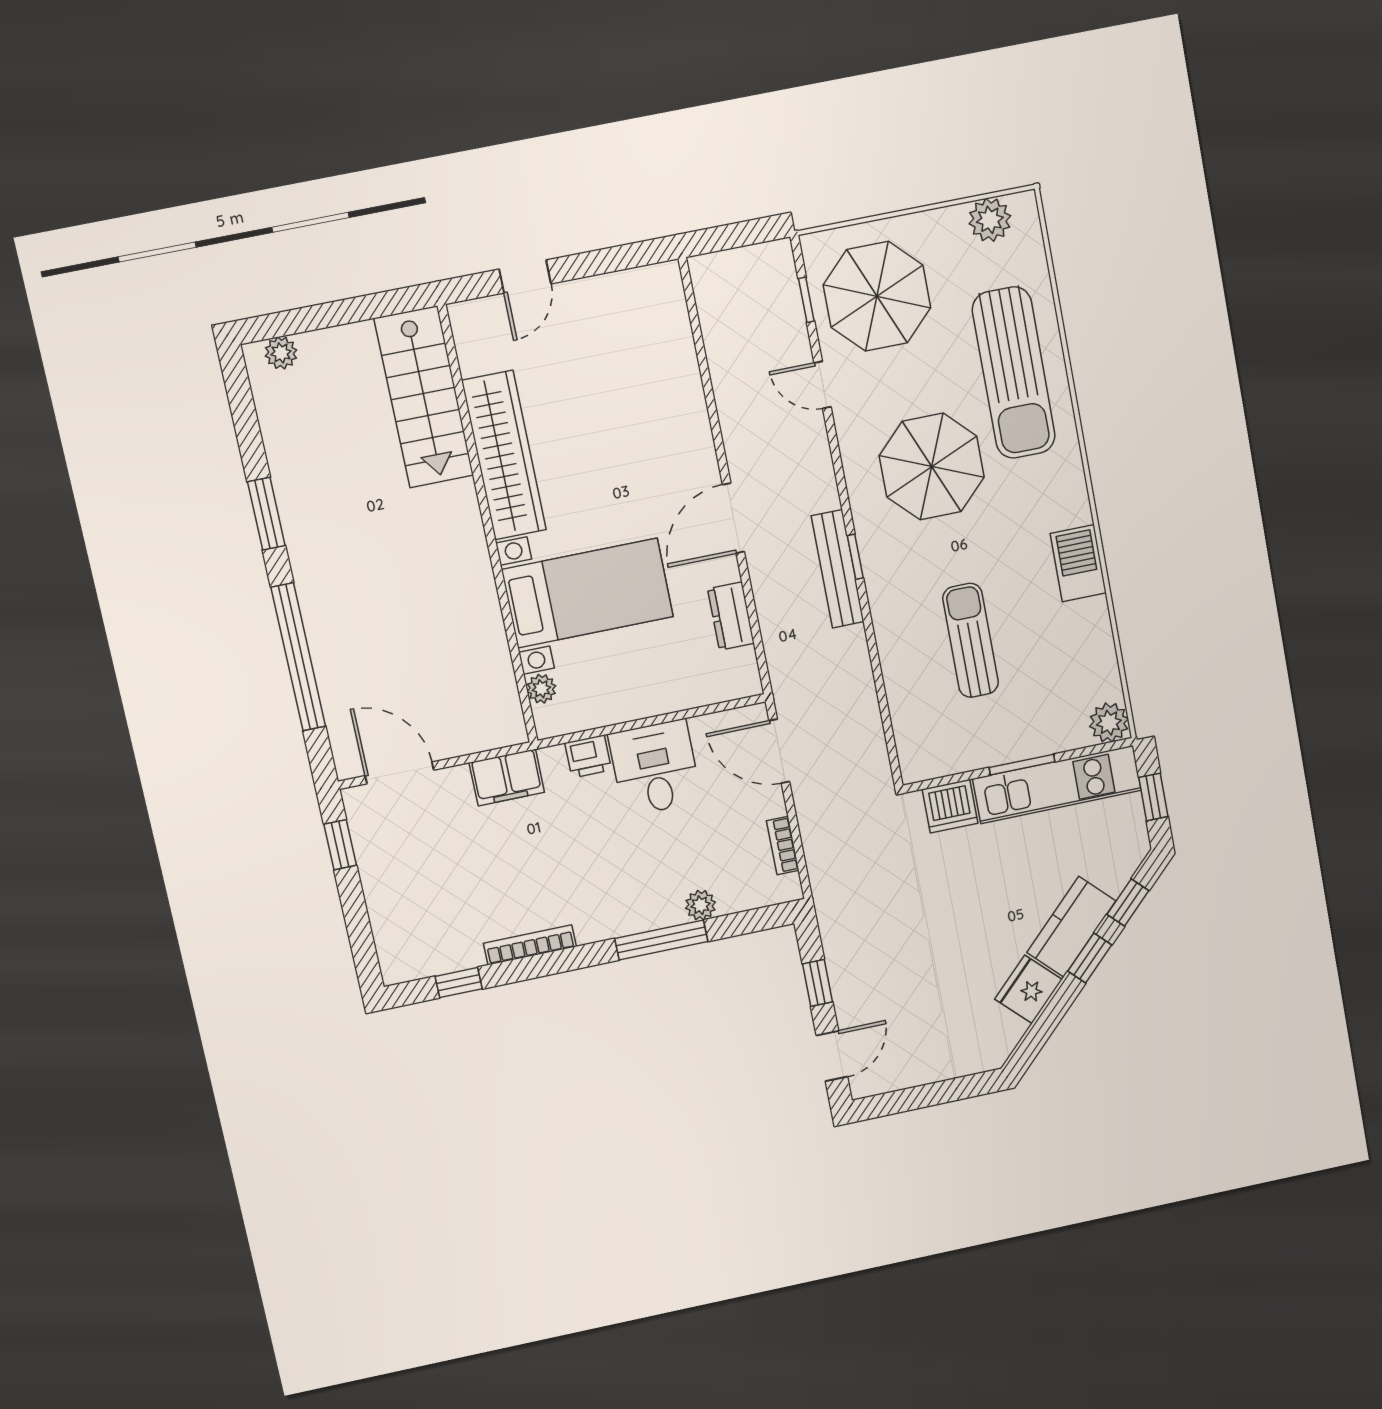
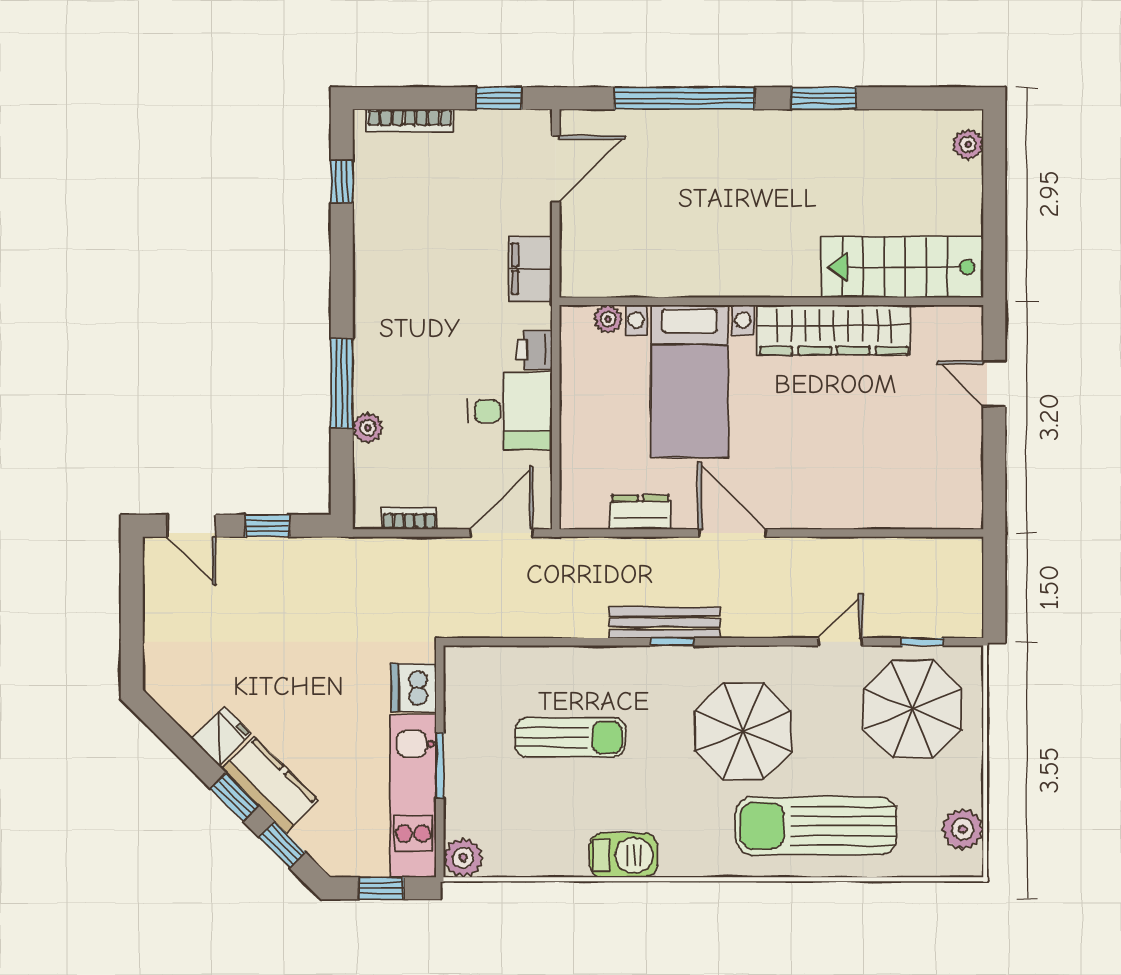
bookcase: (530, 945) -> (410, 120), moved, turned 90
fridge: (1028, 989) -> (222, 736), width x0.72

